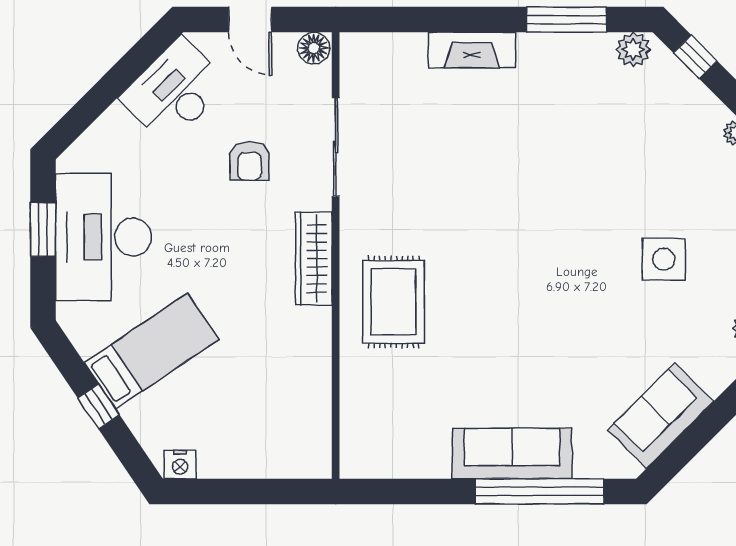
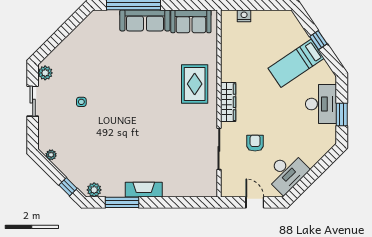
floor lamp: (314, 48) -> (228, 190), removed
fireplace: (472, 50) -> (144, 190), moved
desk: (103, 237) -> (321, 104), width x0.73, depth x0.77
side table: (664, 259) -> (81, 102), width x0.54, depth x0.54
sofa: (661, 416) -> (191, 21), moved, turned 45
nightstand: (180, 464) -> (244, 16), moved

